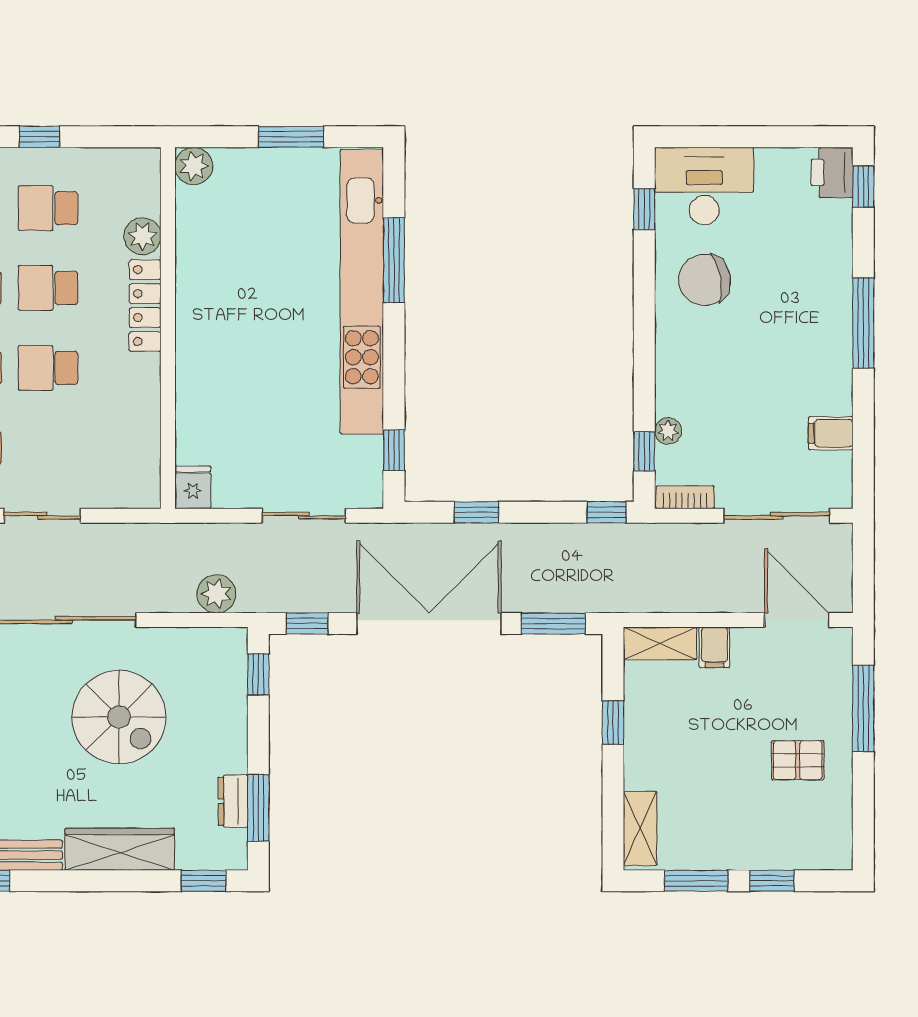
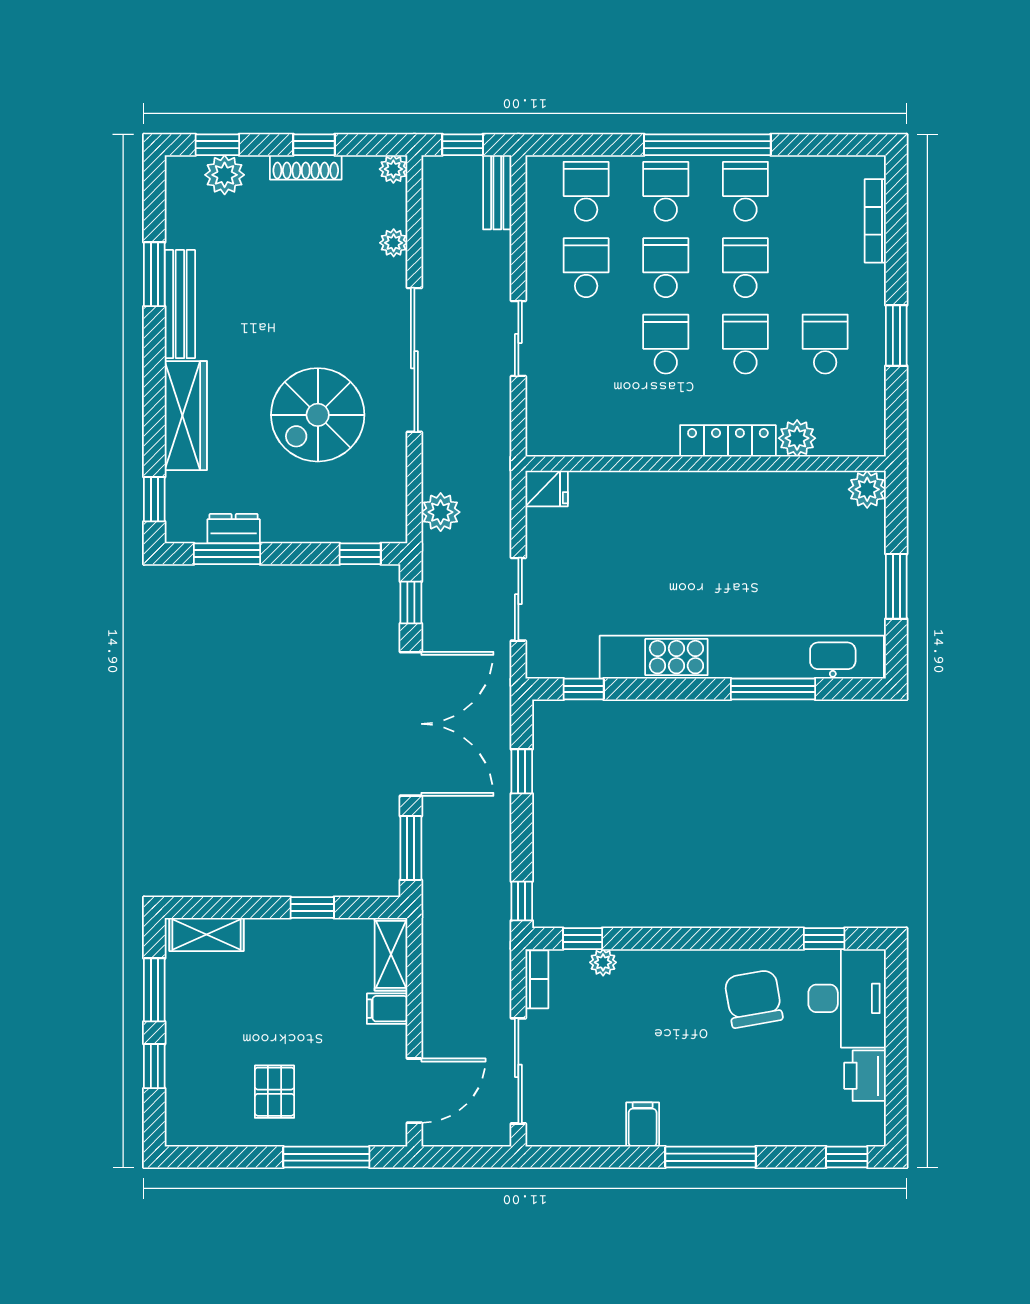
window: (39, 137) -> (896, 336), width x1.50
printer: (832, 172) -> (865, 1076), moved, turned -90
filing cabinet: (831, 433) -> (643, 1125), moved

